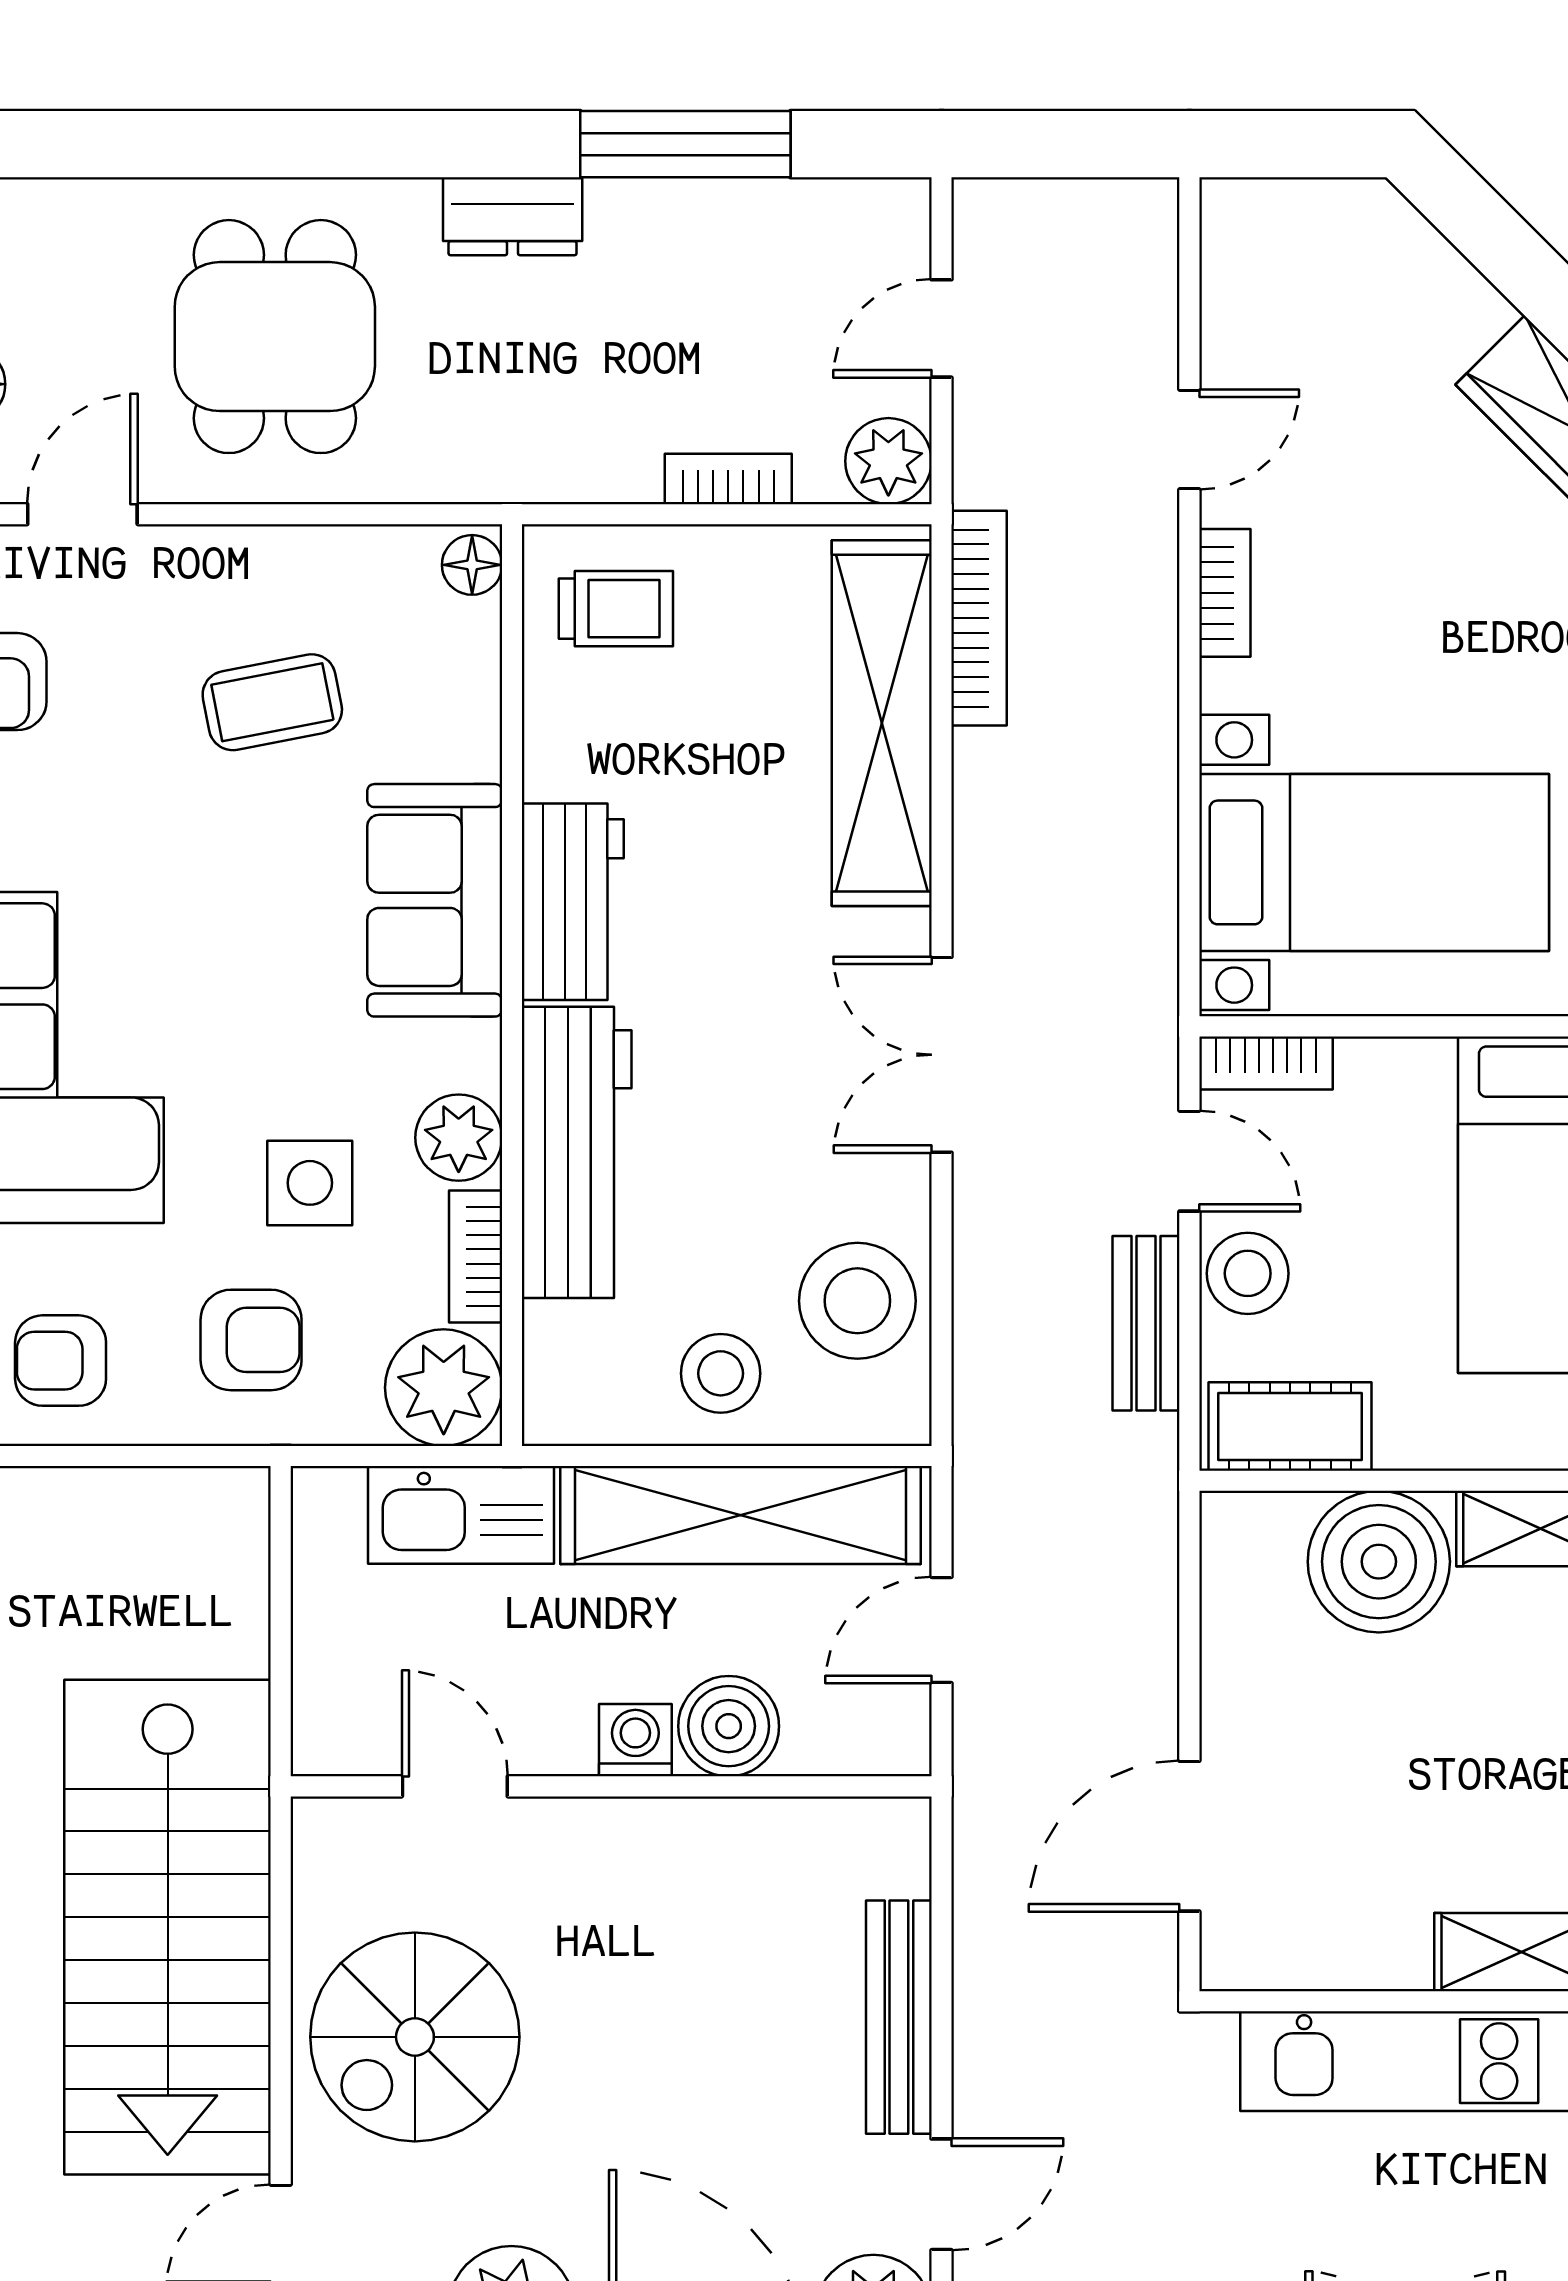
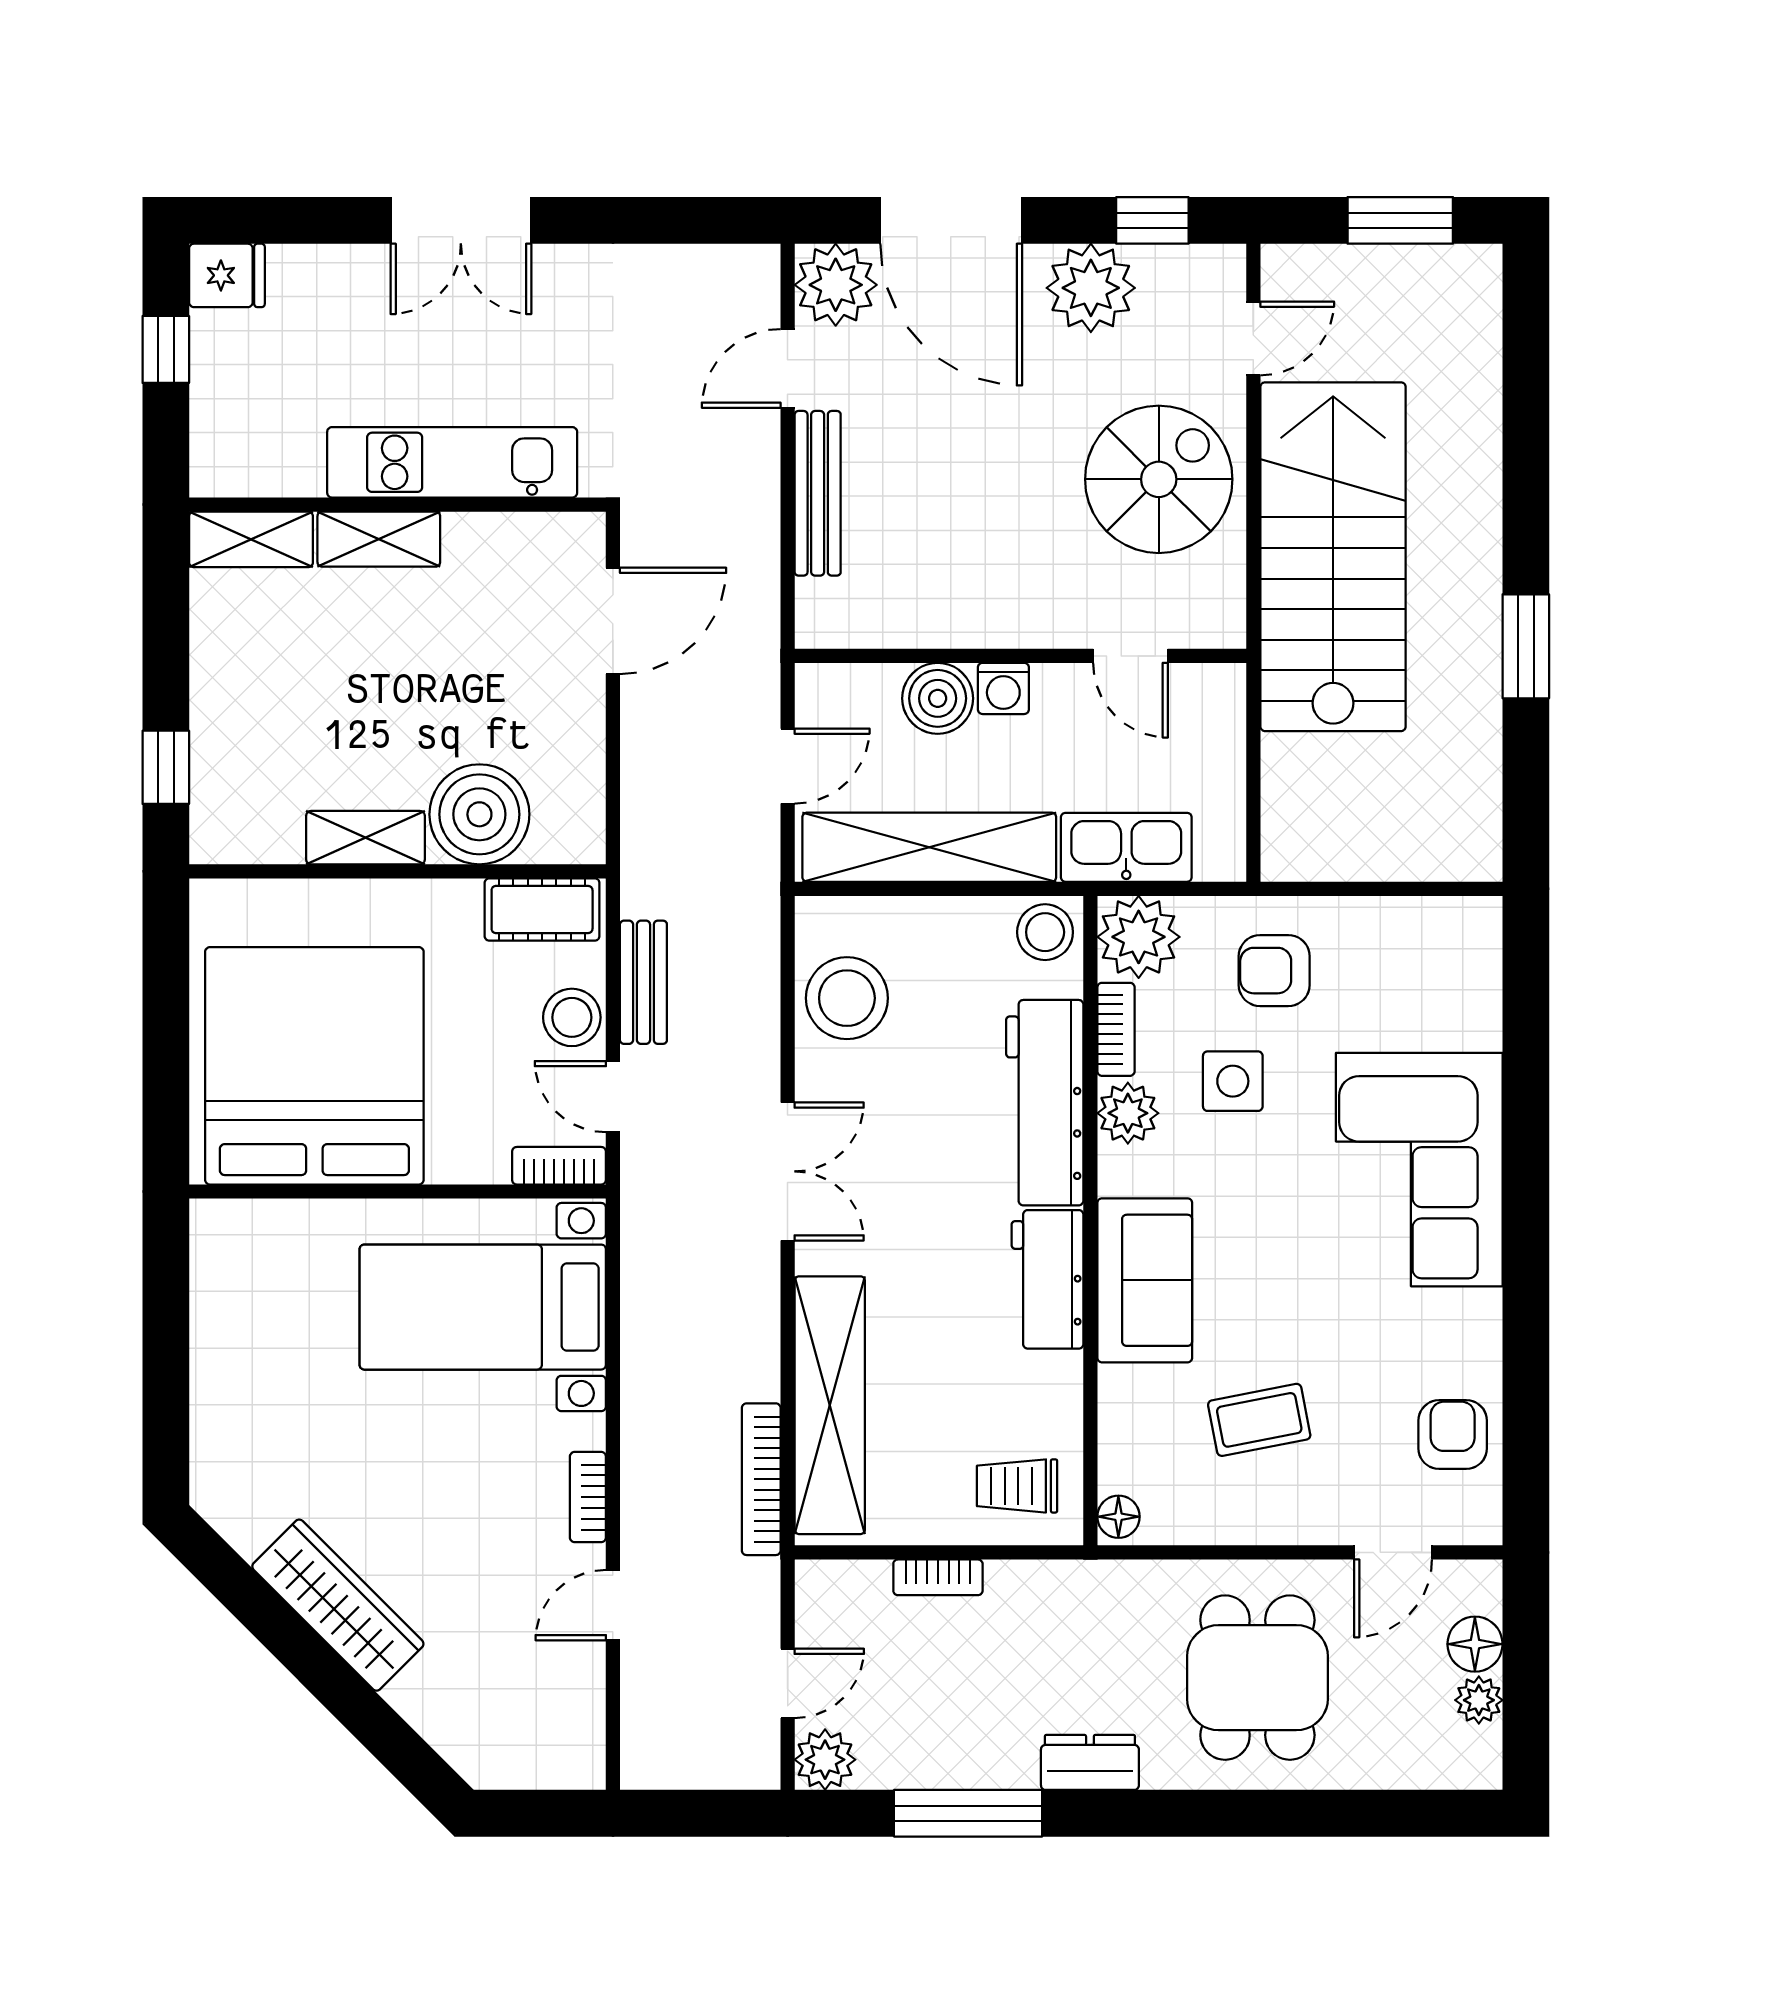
plant: (888, 461) -> (825, 1760), moved
armchair: (61, 1361) -> (1408, 956), removed
stool: (721, 1373) -> (1045, 932), moved

